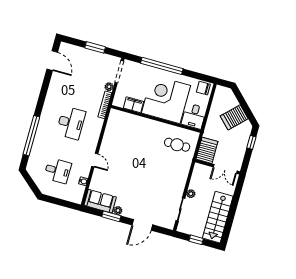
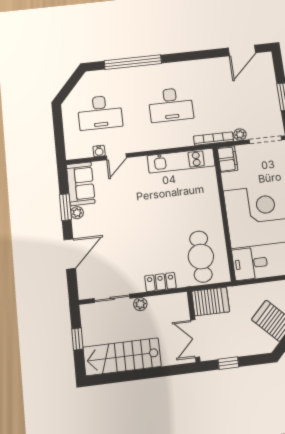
filing cabinet: (134, 105) -> (228, 159), moved
kitchen unit: (111, 132) -> (181, 161), added
window: (251, 142) -> (228, 363), moved
cafe table: (177, 145) -> (201, 257), width x1.37, depth x1.35
door: (95, 160) -> (116, 157), moved
desk: (58, 171) -> (100, 113), width x1.37
locker: (182, 176) -> (160, 282), added
door: (142, 225) -> (70, 254), swing flipped

